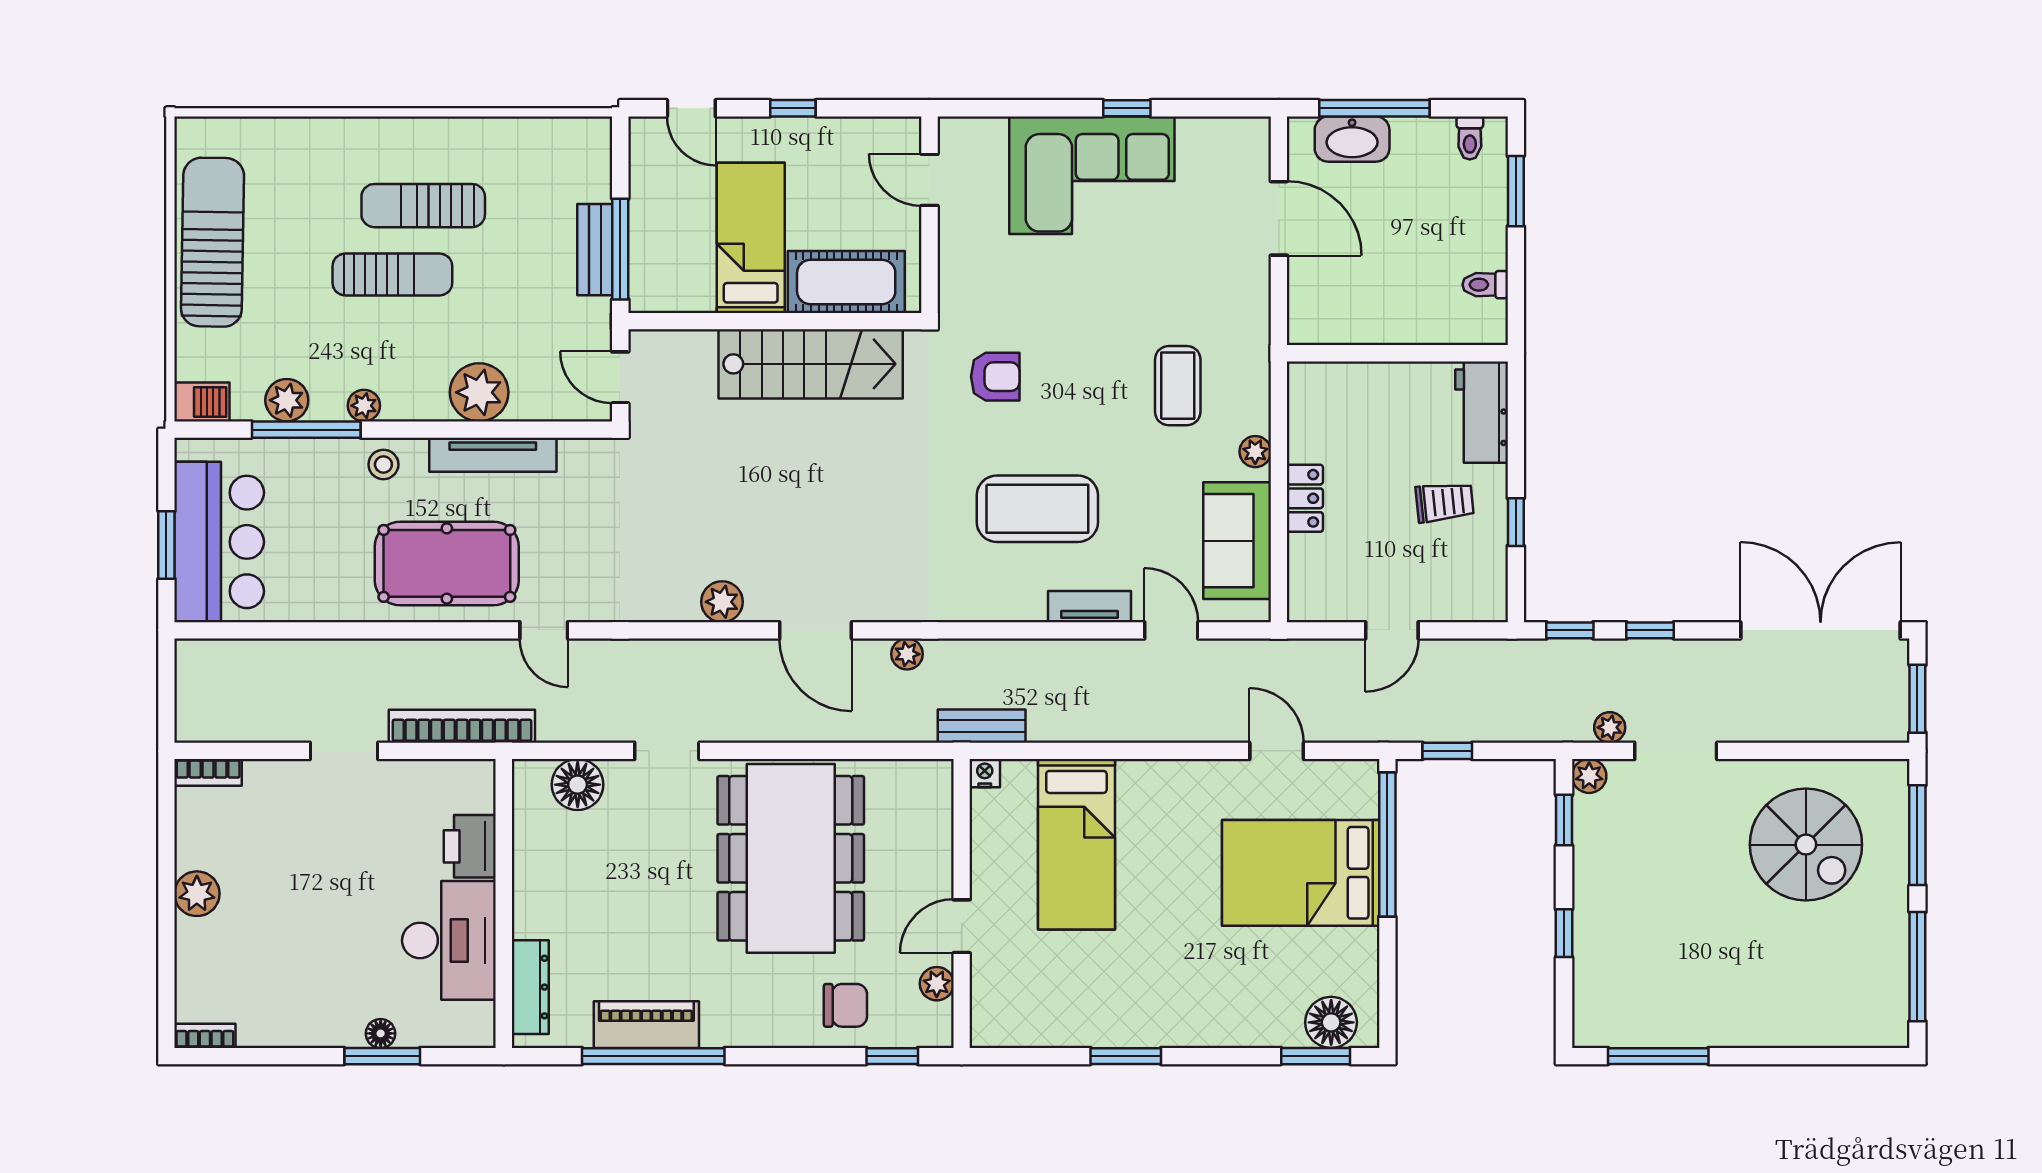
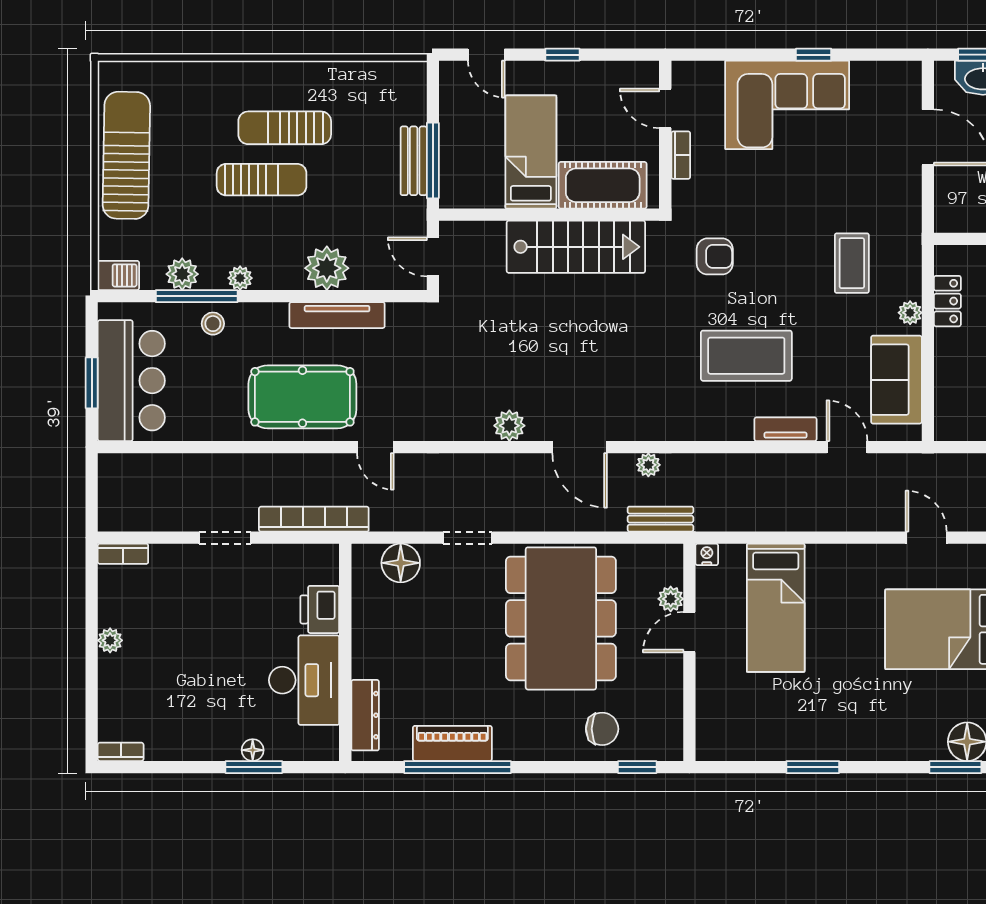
bookcase: (950, 242) -> (681, 155), added
stool: (383, 464) -> (213, 324), moved
locker: (1305, 498) -> (947, 301), moved
bench: (982, 726) -> (660, 519), moved
plant: (197, 894) -> (110, 640), width x0.73, depth x0.73
door: (962, 926) -> (689, 632), moved
plant: (937, 984) -> (671, 599), moved

